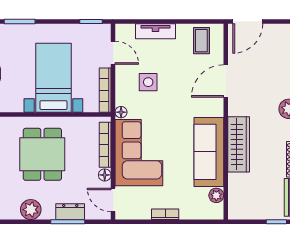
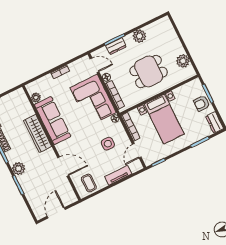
door: (248, 21) -> (56, 213), moved
door: (113, 53) -> (137, 151), hinge flipped
door: (226, 81) -> (63, 167), hinge flipped
dining table: (42, 154) -> (149, 71), turned 90

